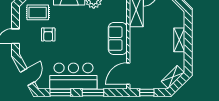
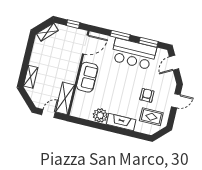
shelving: (179, 40) -> (31, 77), moved

